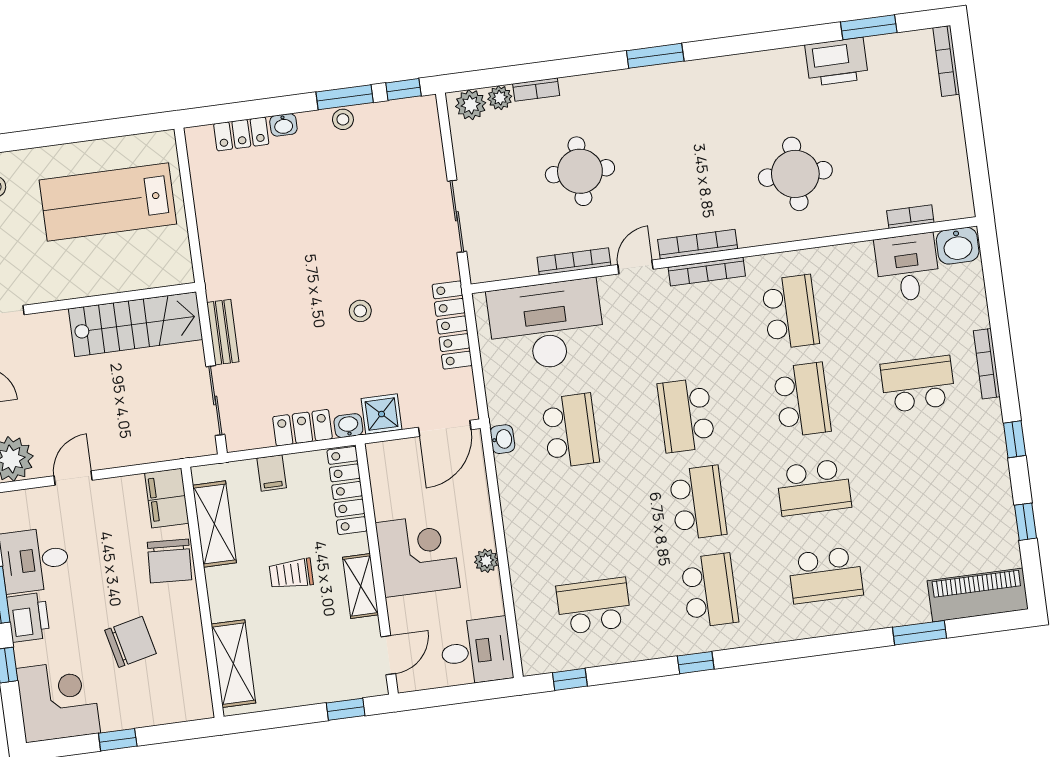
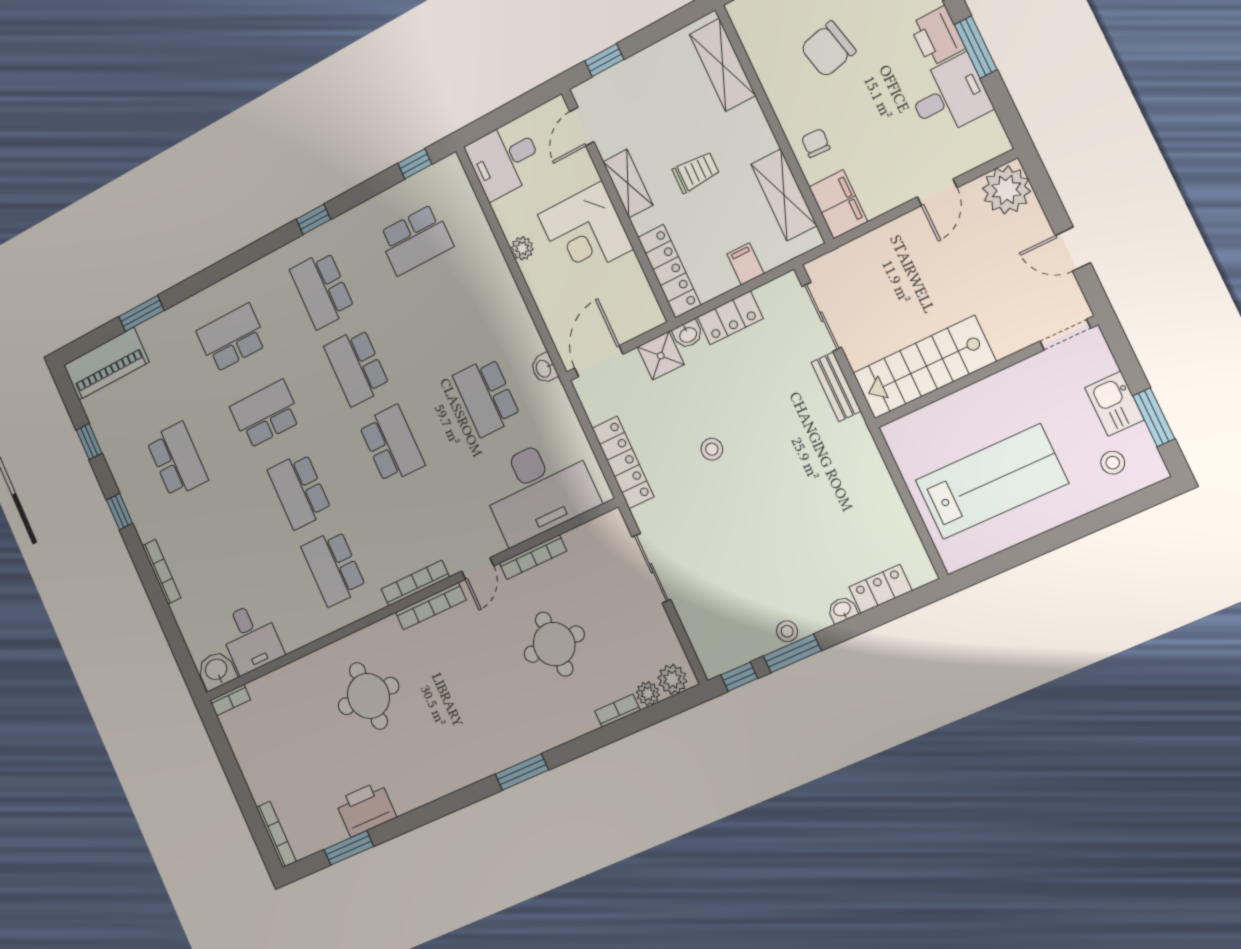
bookcase: (910, 217) -> (230, 700), moved
school desk: (918, 384) -> (177, 460), moved, turned -90
chair: (169, 561) -> (816, 143), width x0.54, depth x0.54

